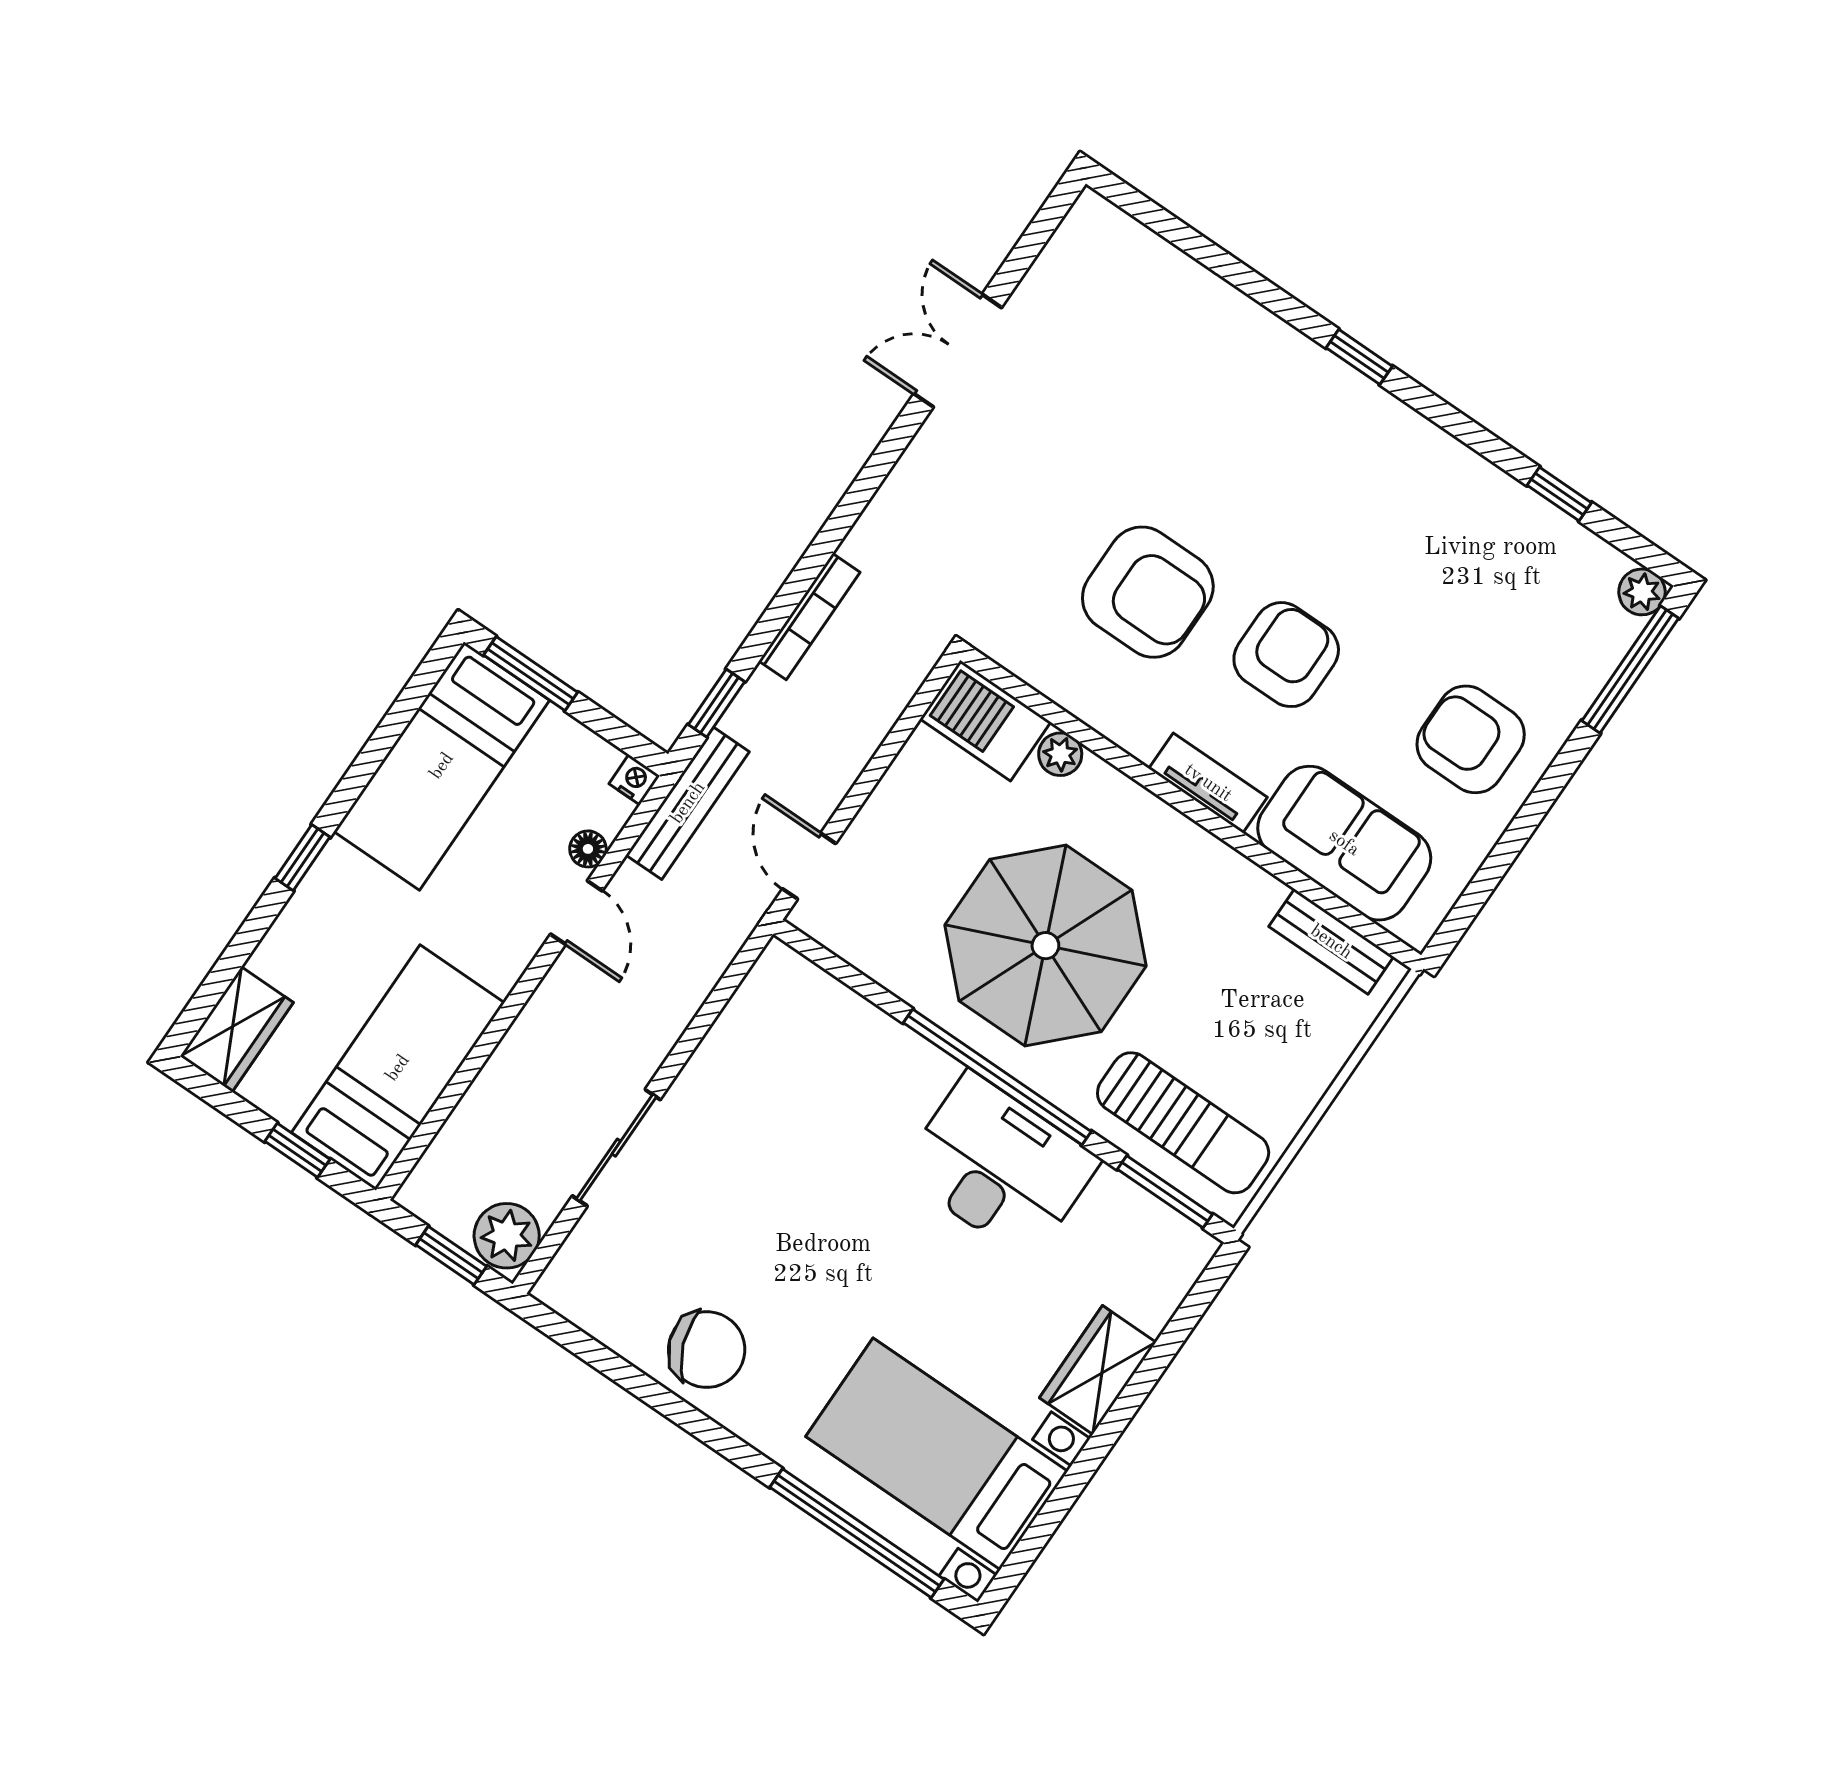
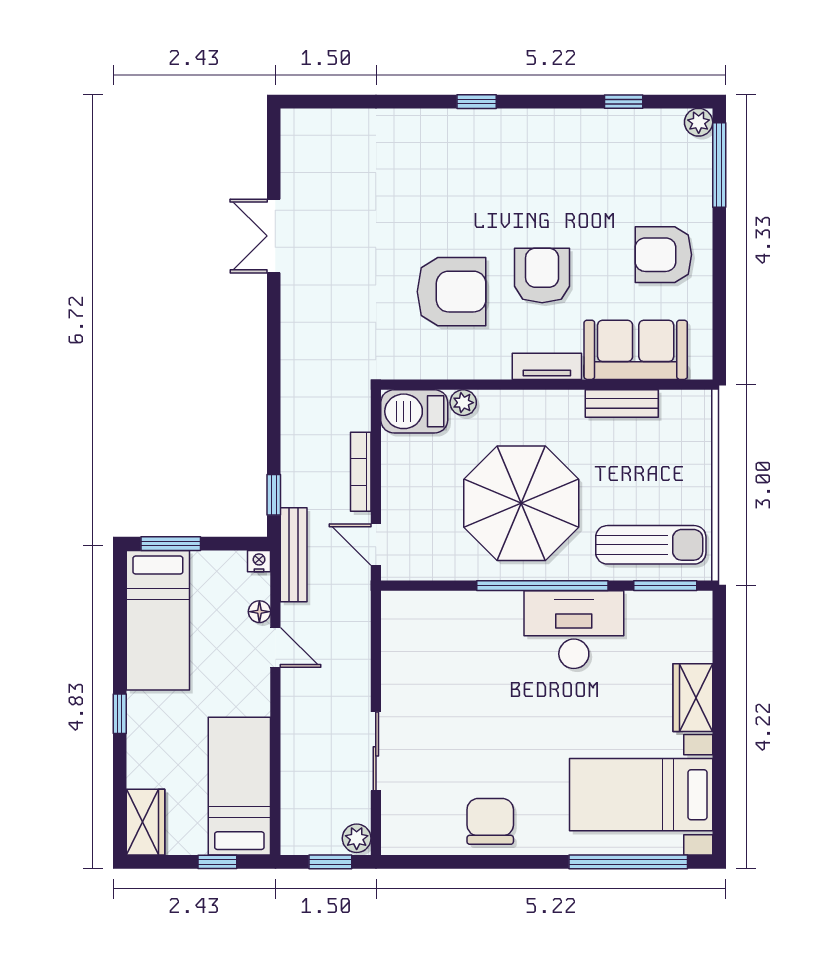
bookcase: (809, 617) -> (361, 472), moved, turned 180
bench: (1331, 942) -> (622, 404), moved
plant: (507, 1236) -> (357, 838), width x0.73, depth x0.73
chair: (707, 1350) -> (490, 821), turned -69

